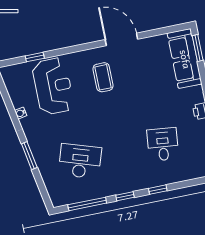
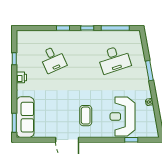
desk: (163, 144) -> (53, 59), turned -30
desk: (80, 161) -> (114, 59), turned -36

